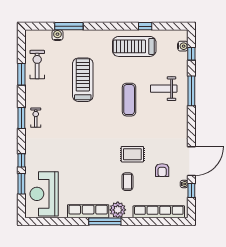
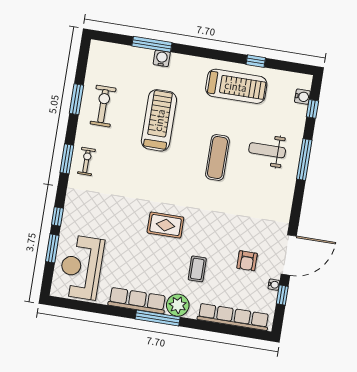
water cooler: (57, 35) -> (162, 58), moved
treadmill: (134, 46) -> (236, 86), turned 180
exercise bike: (37, 65) -> (103, 106), moved
rug: (132, 154) -> (165, 225), moved

